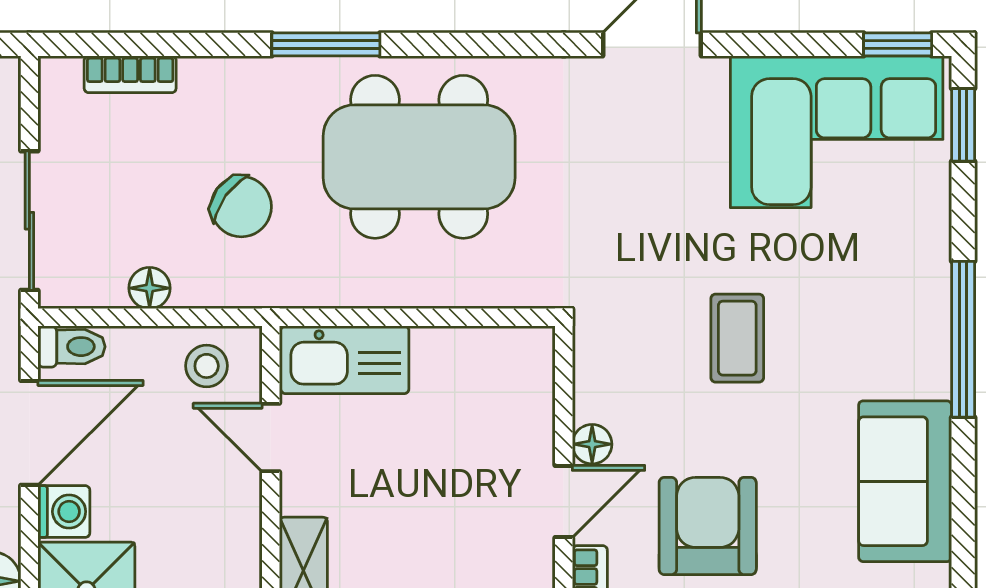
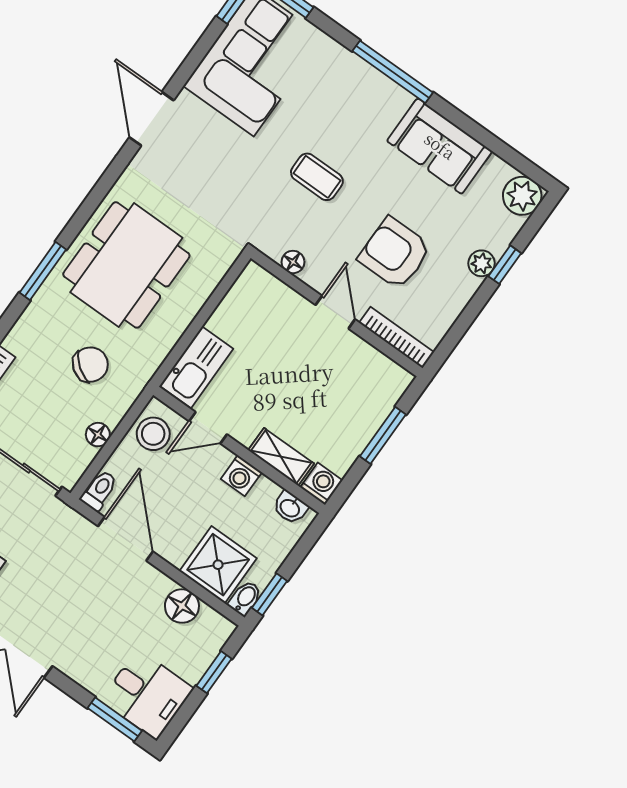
stool: (207, 366) -> (153, 434), width x1.37, depth x1.37
floor lamp: (592, 444) -> (293, 262), moved
washing machine: (64, 512) -> (241, 476), moved, turned 180

